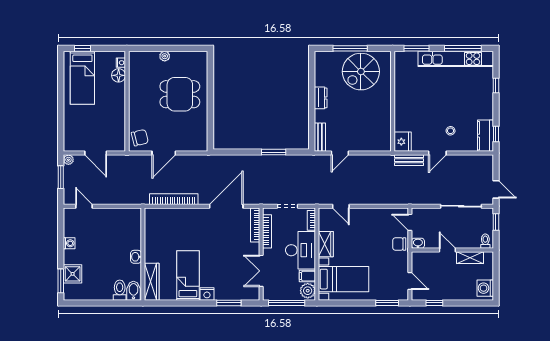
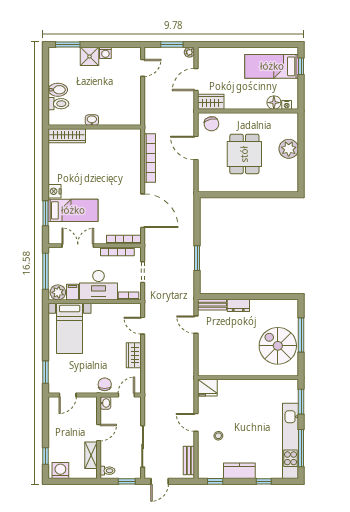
plant: (165, 56) -> (289, 149), width x1.87, depth x1.87
dining table: (180, 94) -> (244, 154), moved
dresser: (321, 98) -> (238, 305), moved
kitchen counter: (485, 136) -> (239, 471), moved
wardrobe: (118, 138) -> (211, 102), added
bench: (409, 160) -> (189, 461), moved
door: (341, 206) -> (143, 326), hinge flipped
wardrobe: (326, 244) -> (134, 355), moved, turned 90
shower: (73, 274) -> (89, 56), moved
bed: (188, 275) -> (73, 210), moved
bidet: (133, 291) -> (58, 90), moved
window: (434, 303) -> (46, 456), moved

